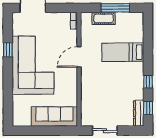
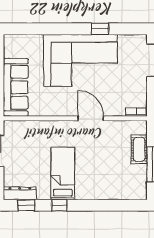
bed: (123, 52) -> (63, 174), moved

